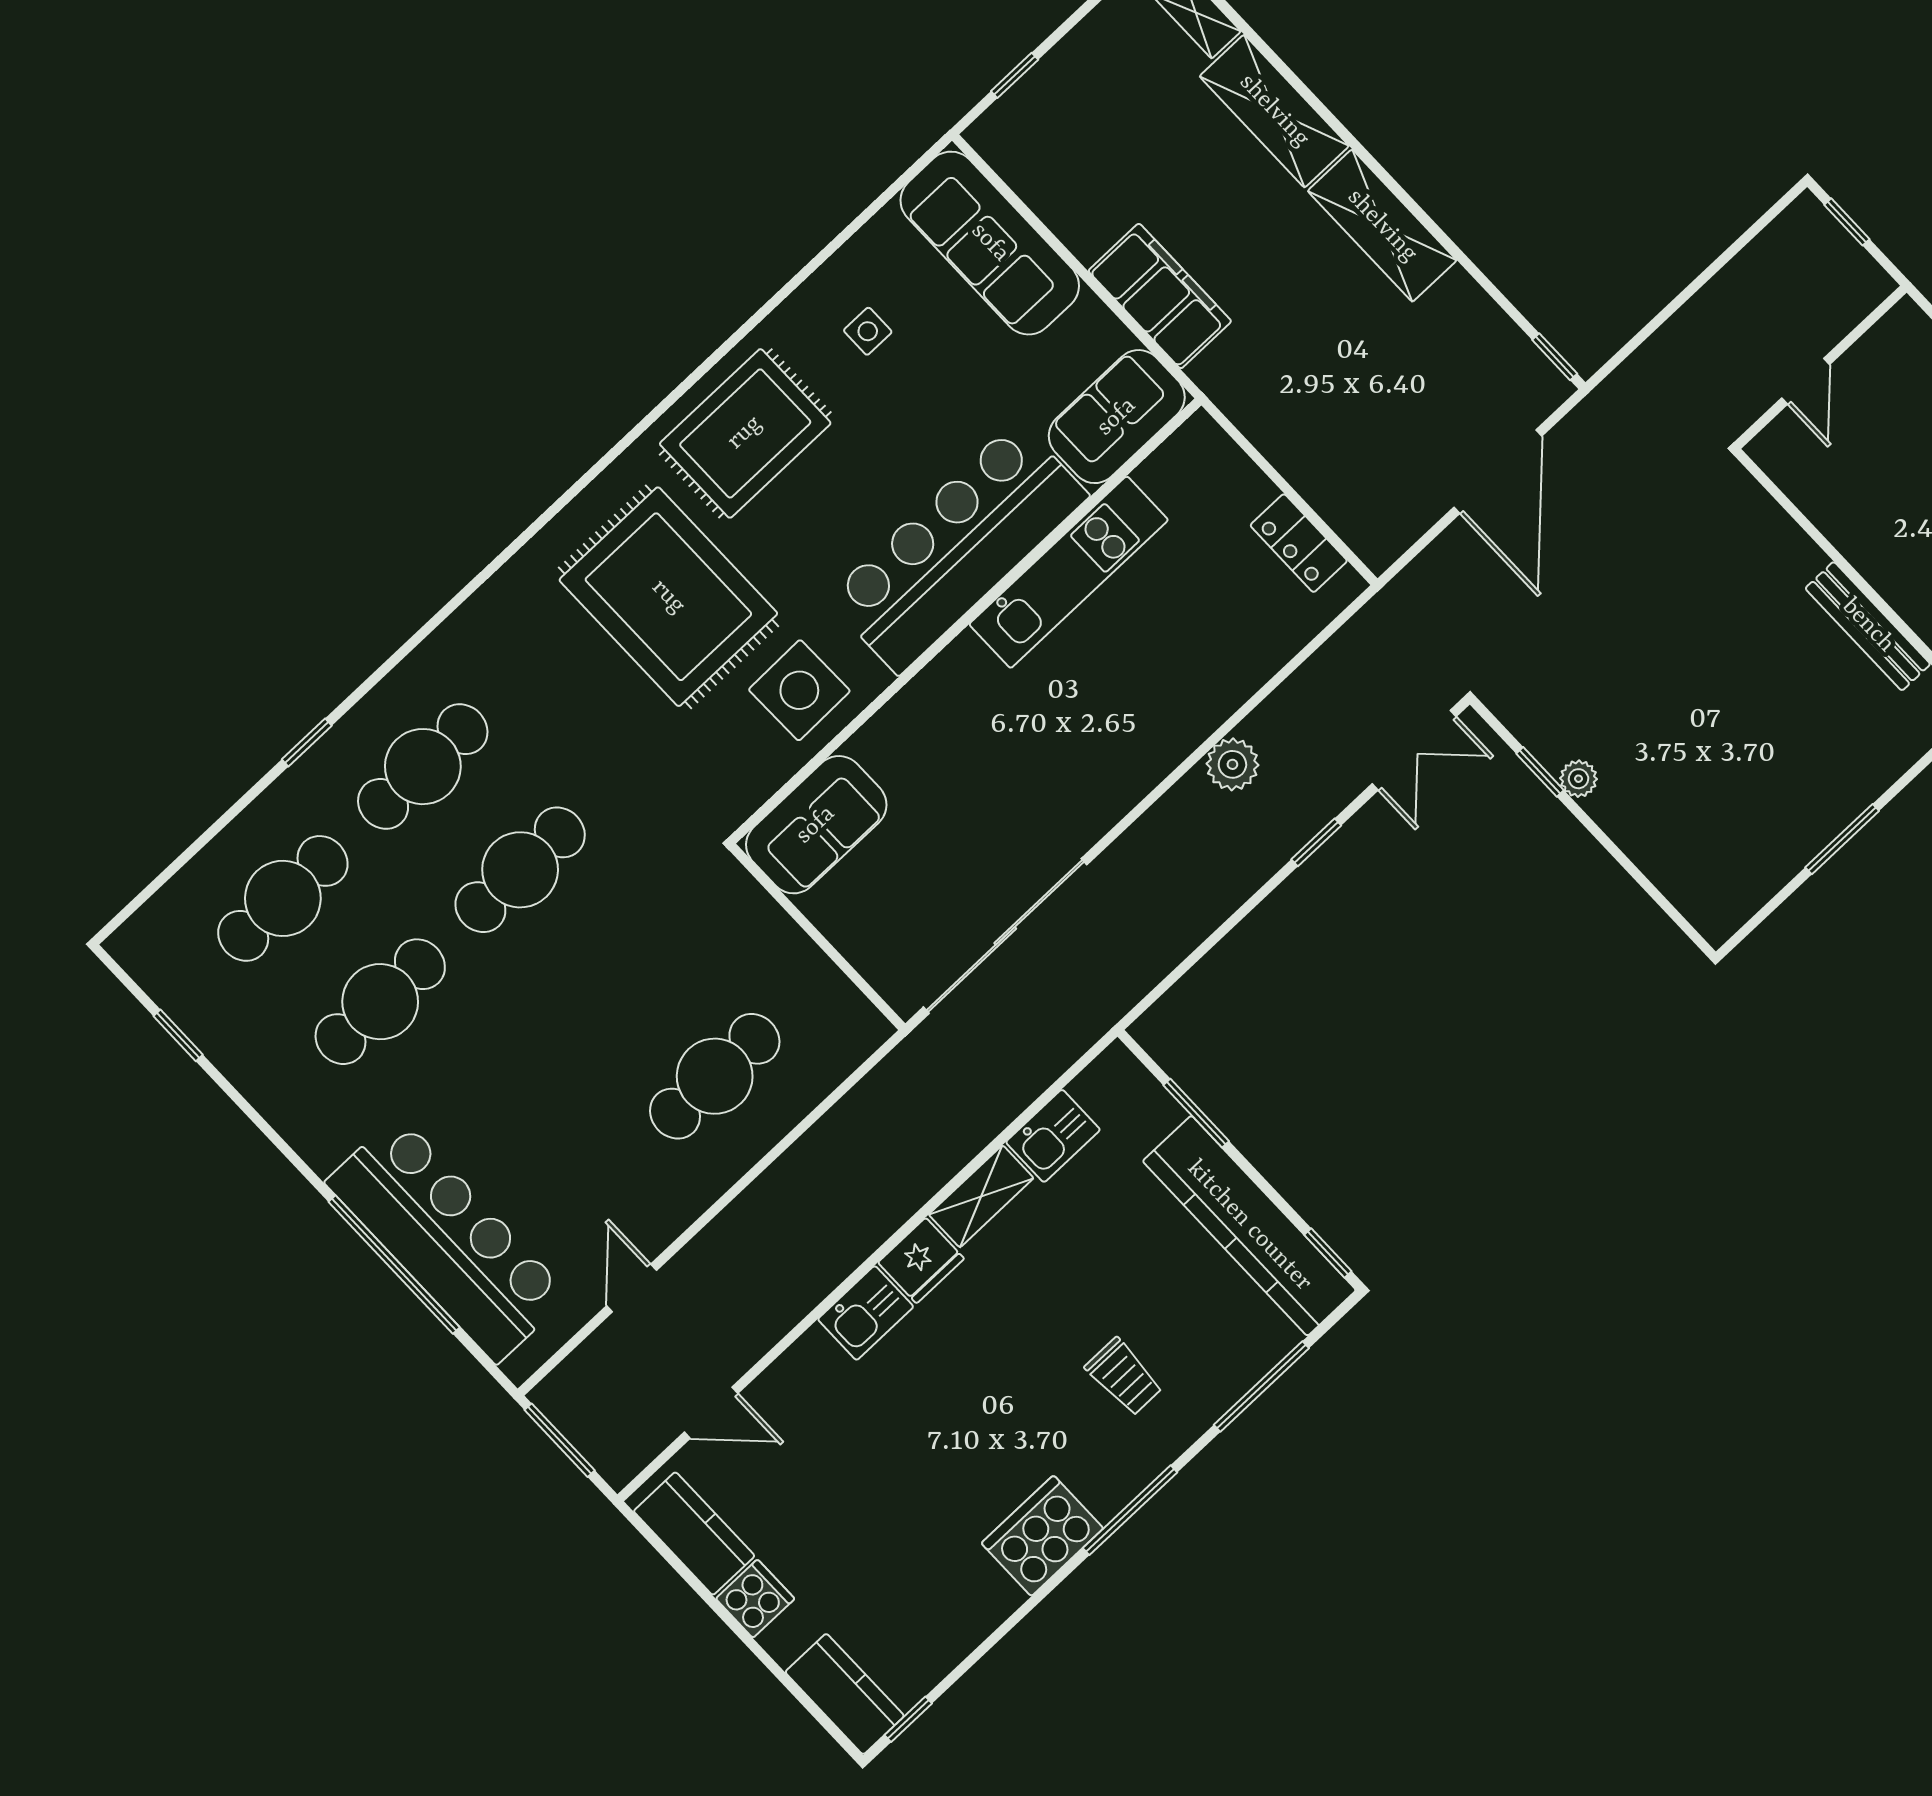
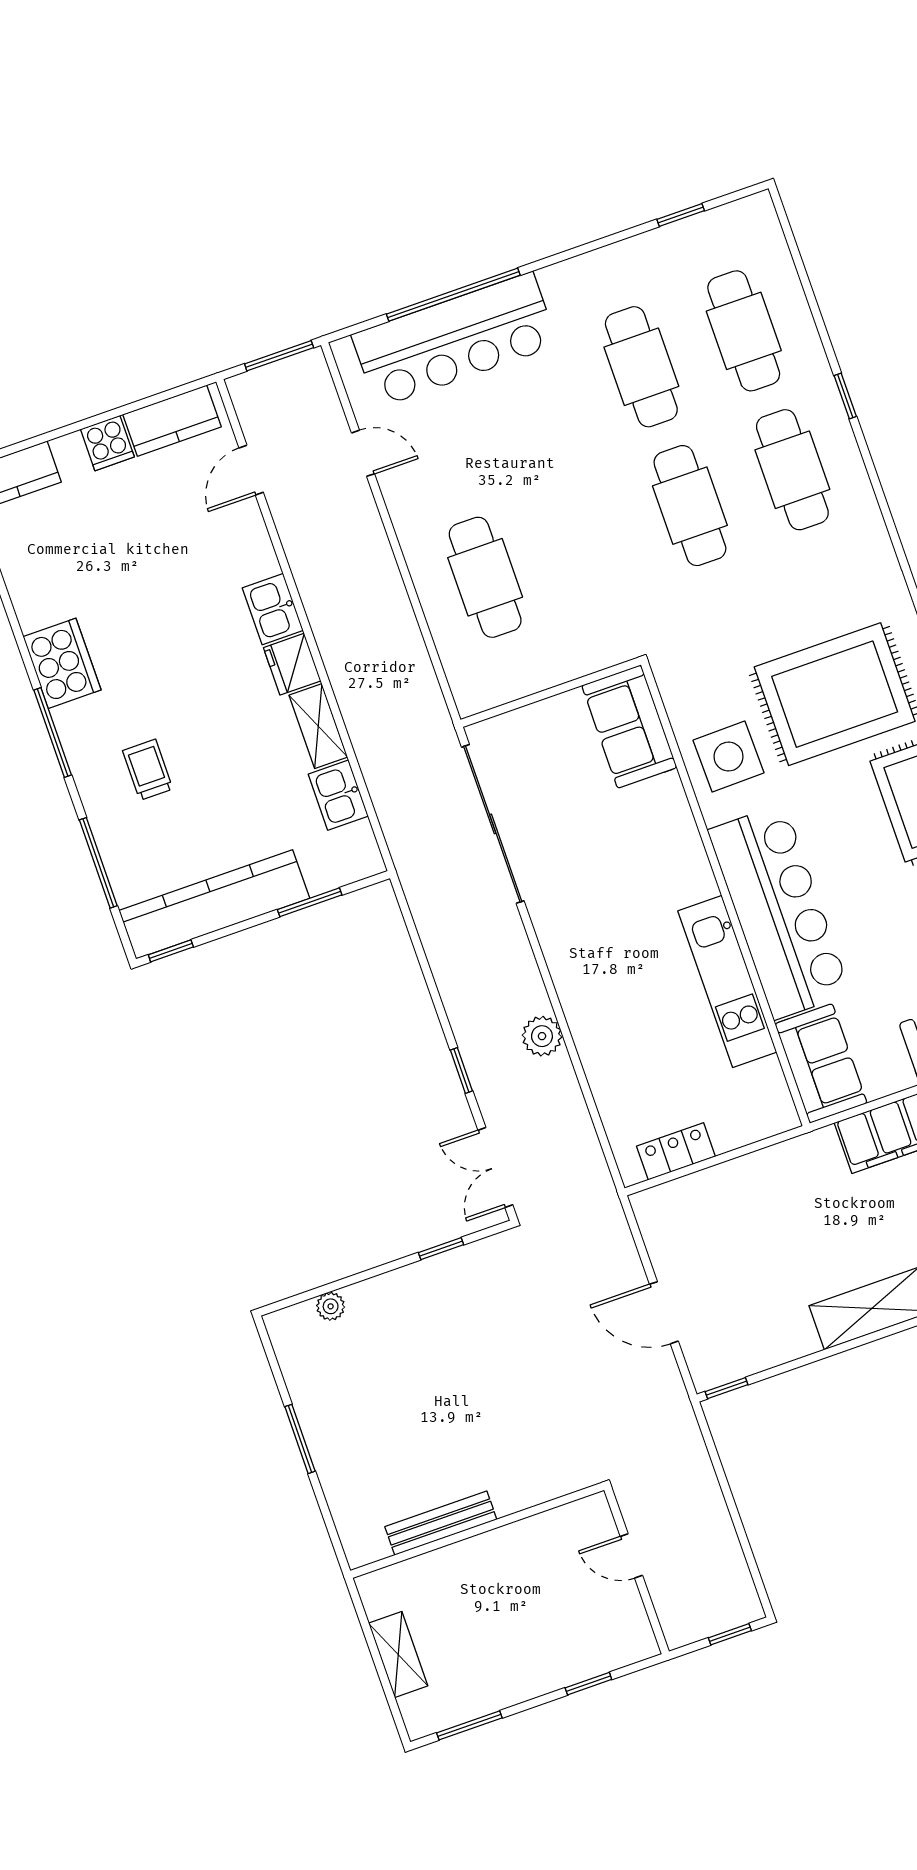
door: (1498, 472) -> (664, 1313), width x0.73
plant: (1579, 779) -> (331, 1306), moved
trolley: (1124, 1377) -> (148, 770), turned 90

